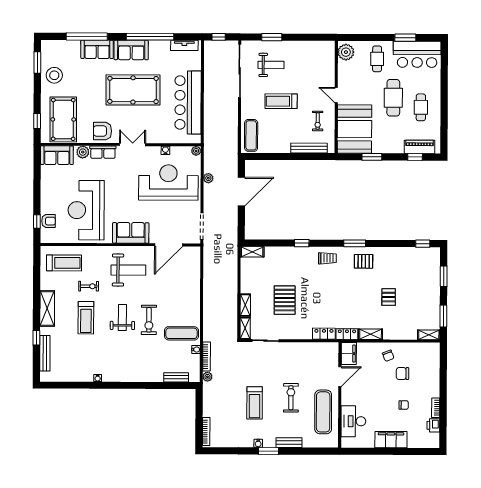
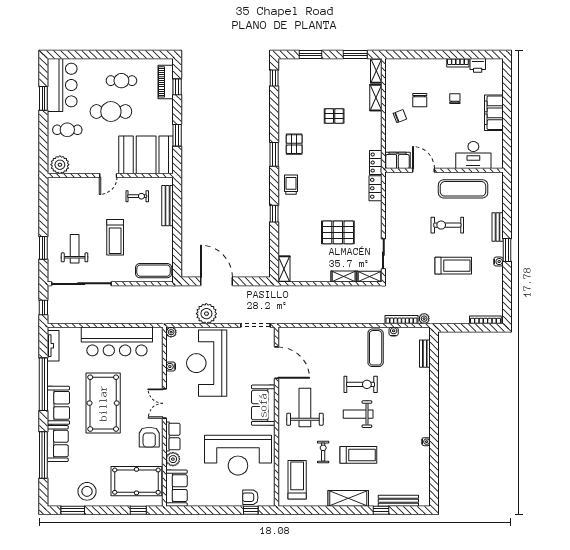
plant: (208, 178) -> (206, 314), width x1.88, depth x1.88
armchair: (48, 221) -> (250, 497), turned -90
shelving: (371, 334) -> (376, 98), moved

